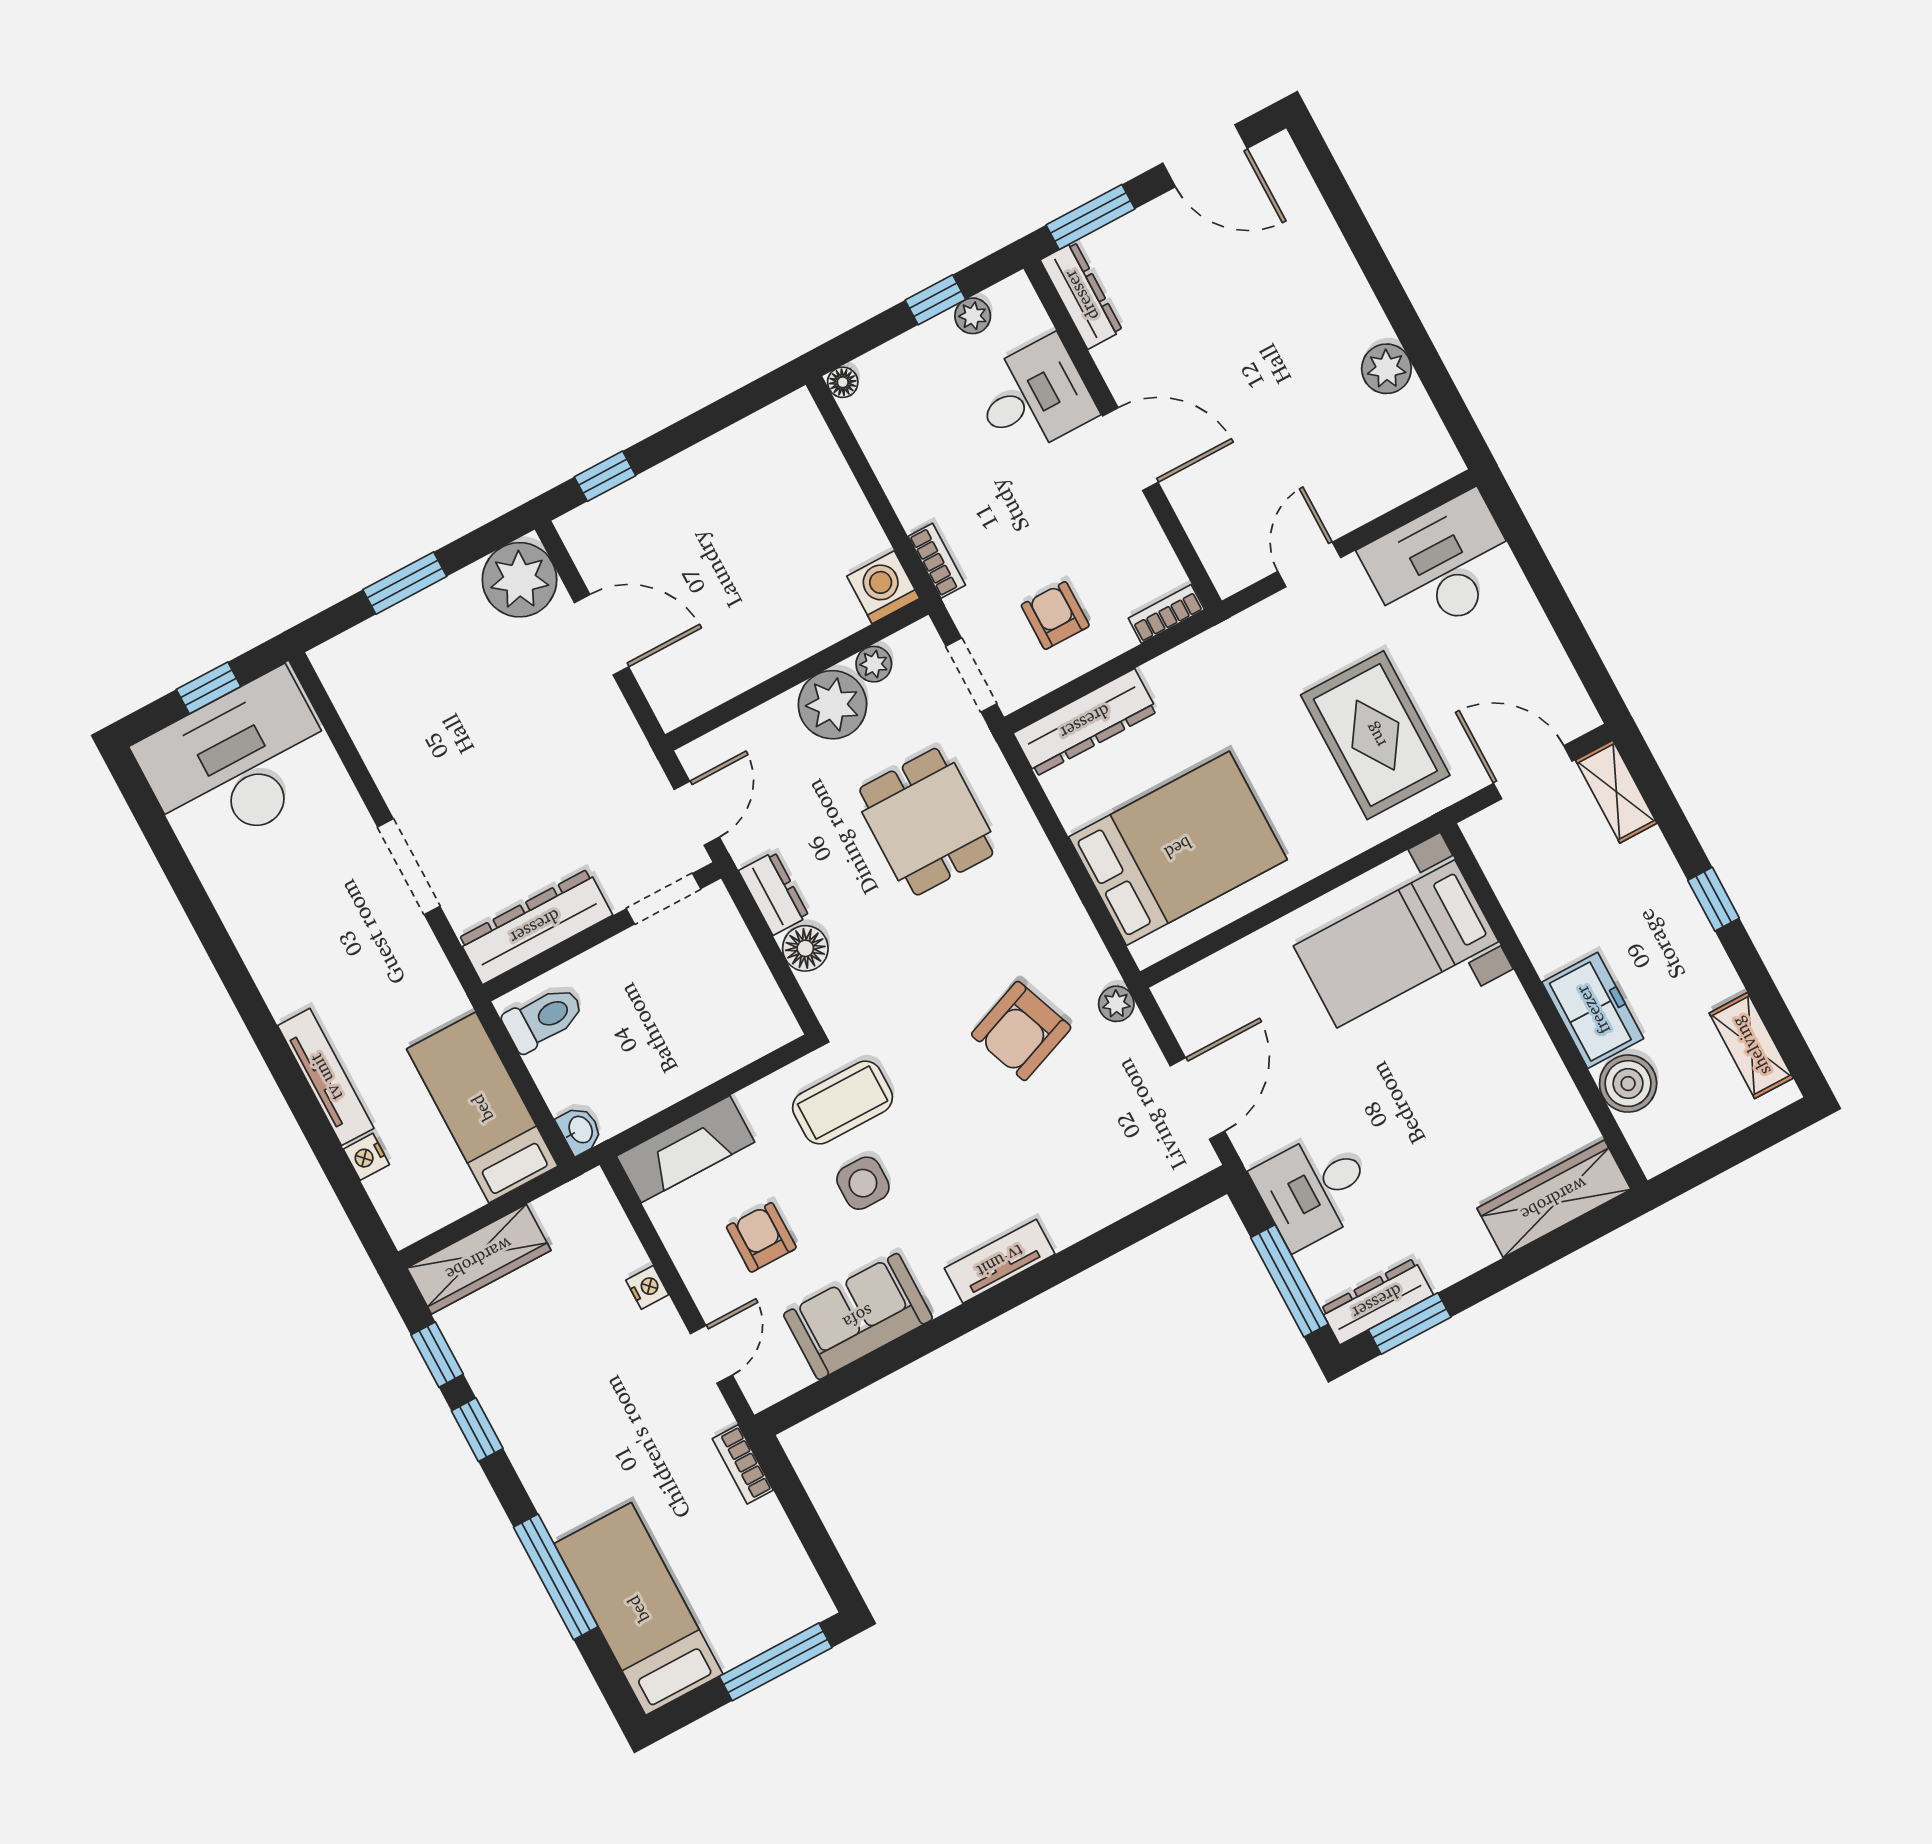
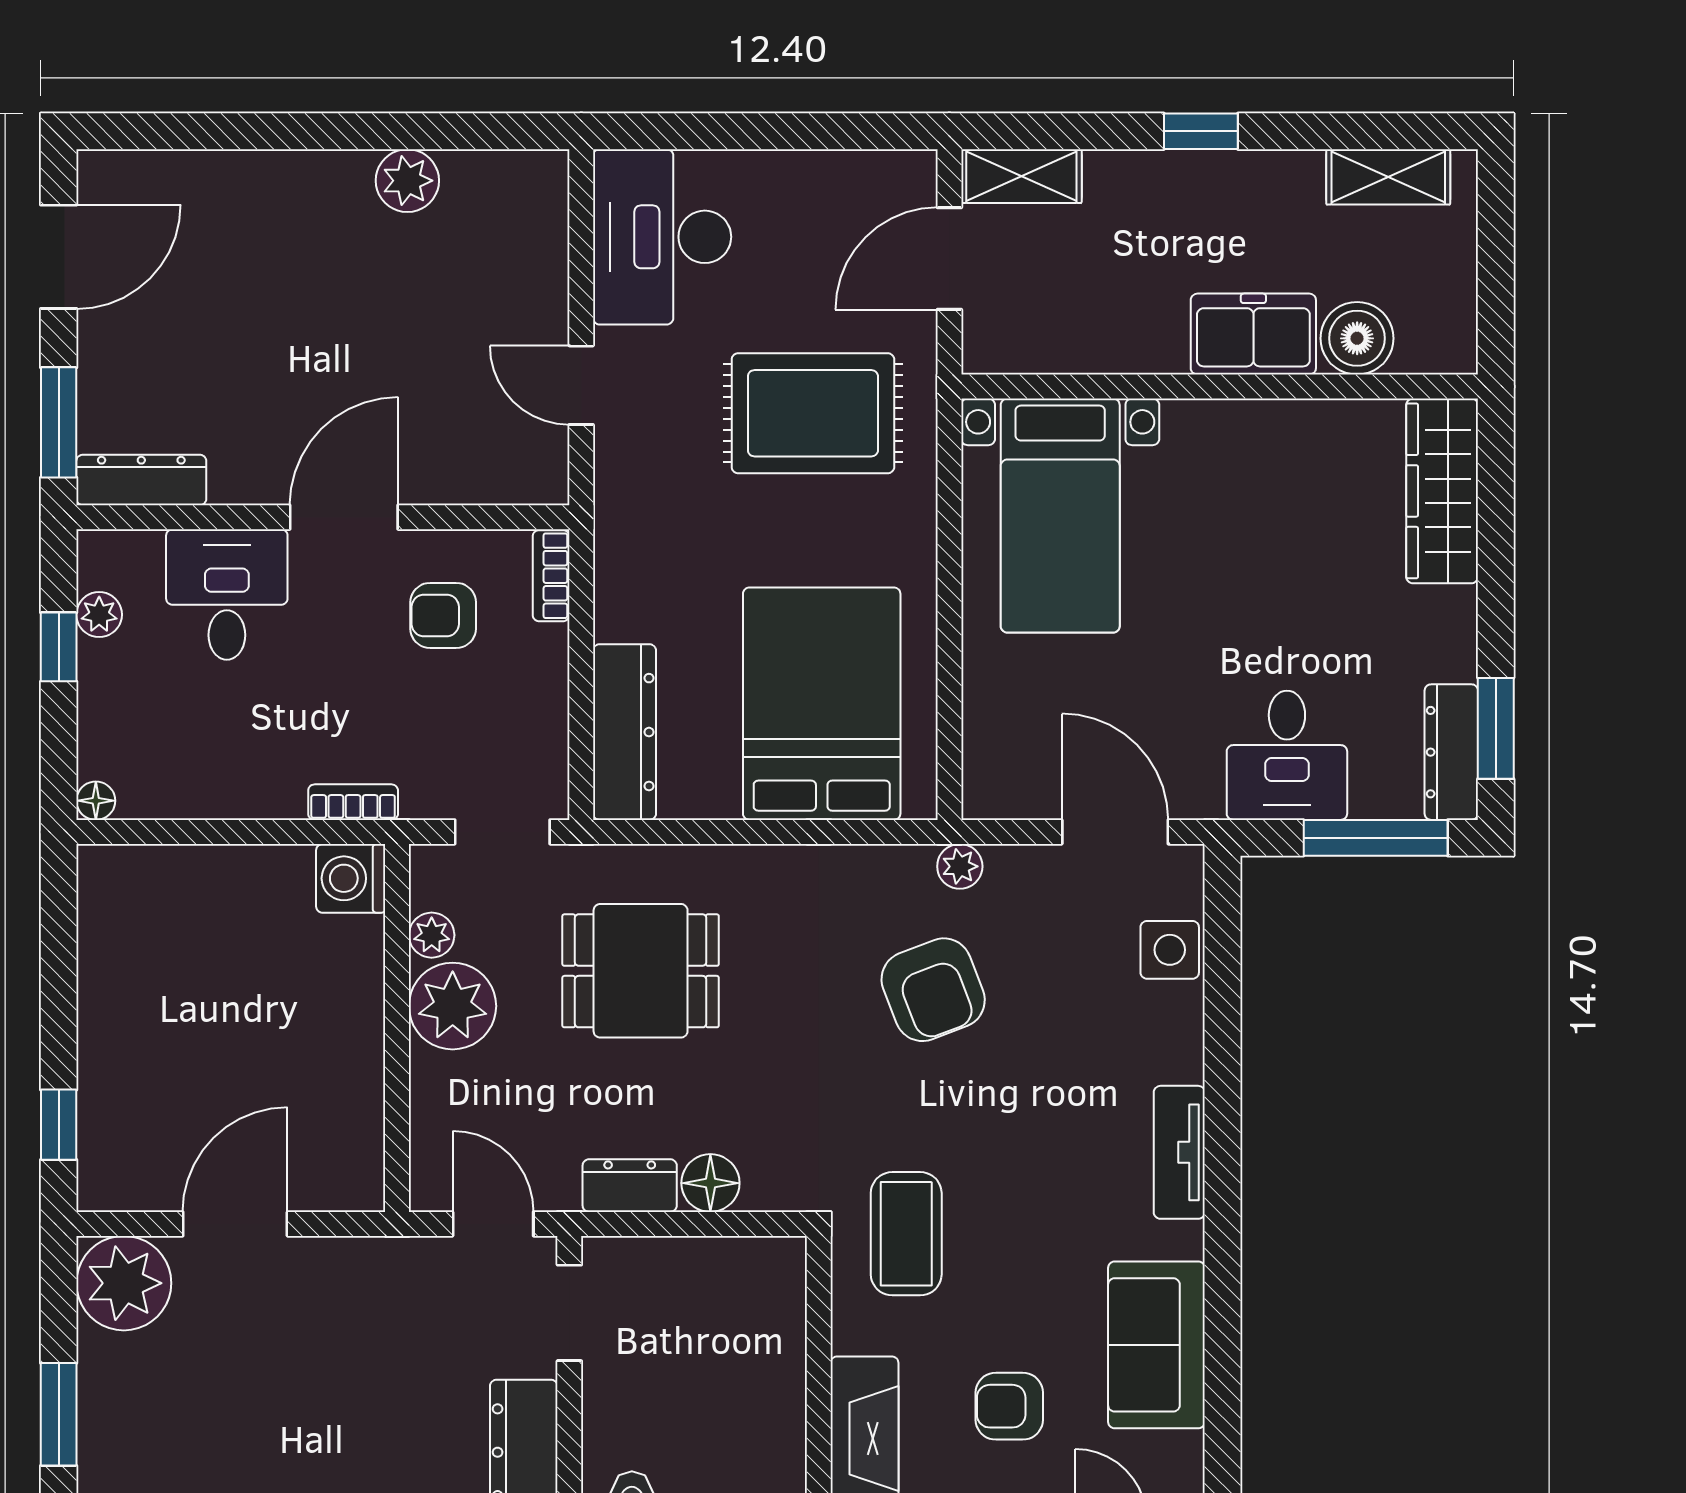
armchair: (1055, 616) -> (443, 615), moved
side table: (863, 1183) -> (1170, 950), moved

